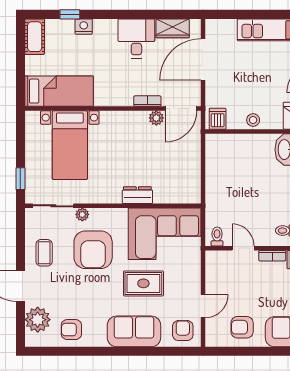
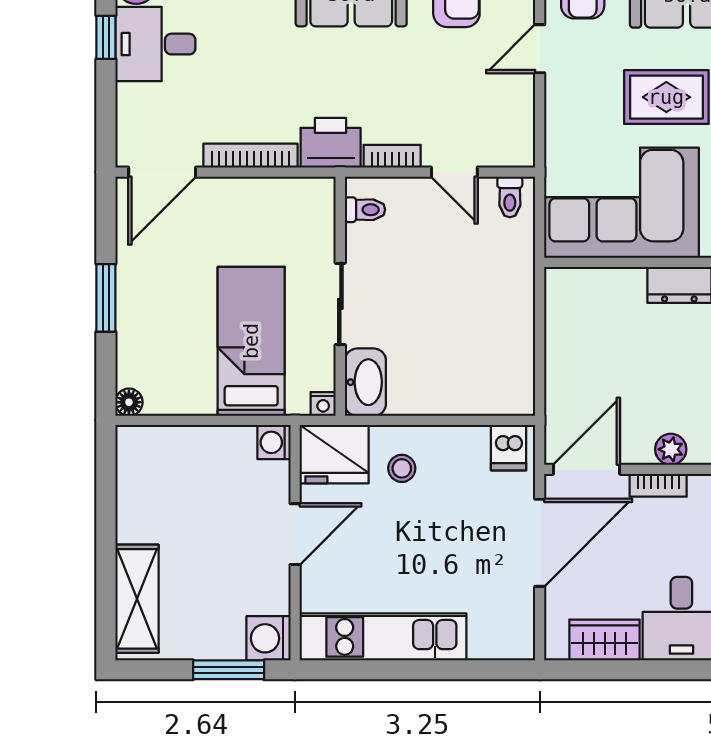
door: (203, 59) -> (540, 543), moved
plant: (156, 118) -> (671, 449), moved
stool: (253, 120) -> (402, 468), moved

